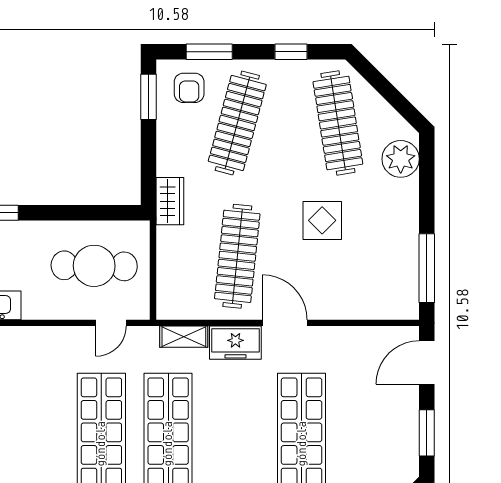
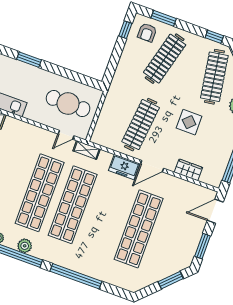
window: (291, 52) -> (214, 37), moved
window: (148, 97) -> (125, 30), width x0.67
wardrobe: (170, 201) -> (188, 170), moved, turned -90
door: (285, 323) -> (152, 166), swing flipped
shelving: (184, 337) -> (87, 150), moved

